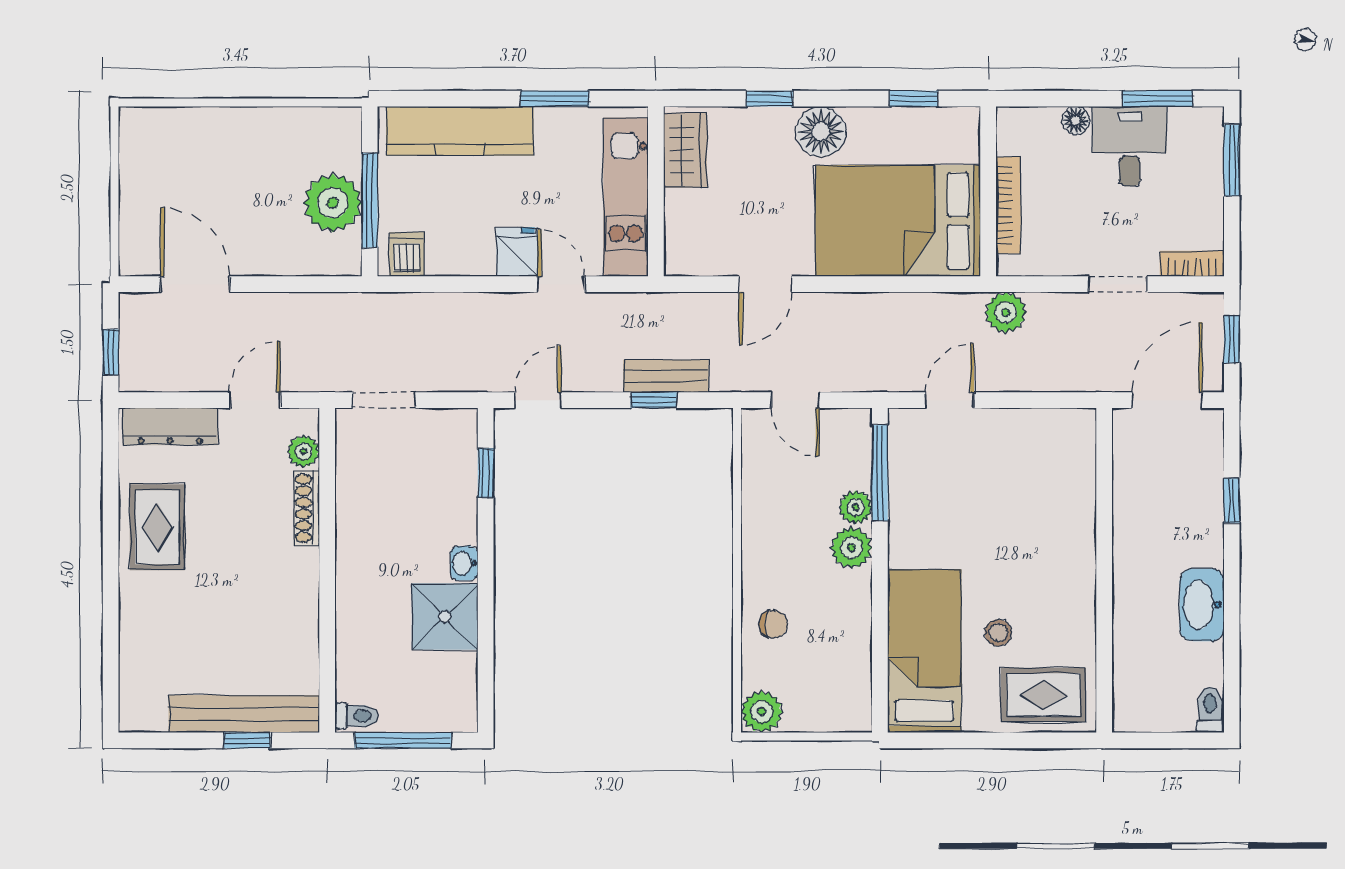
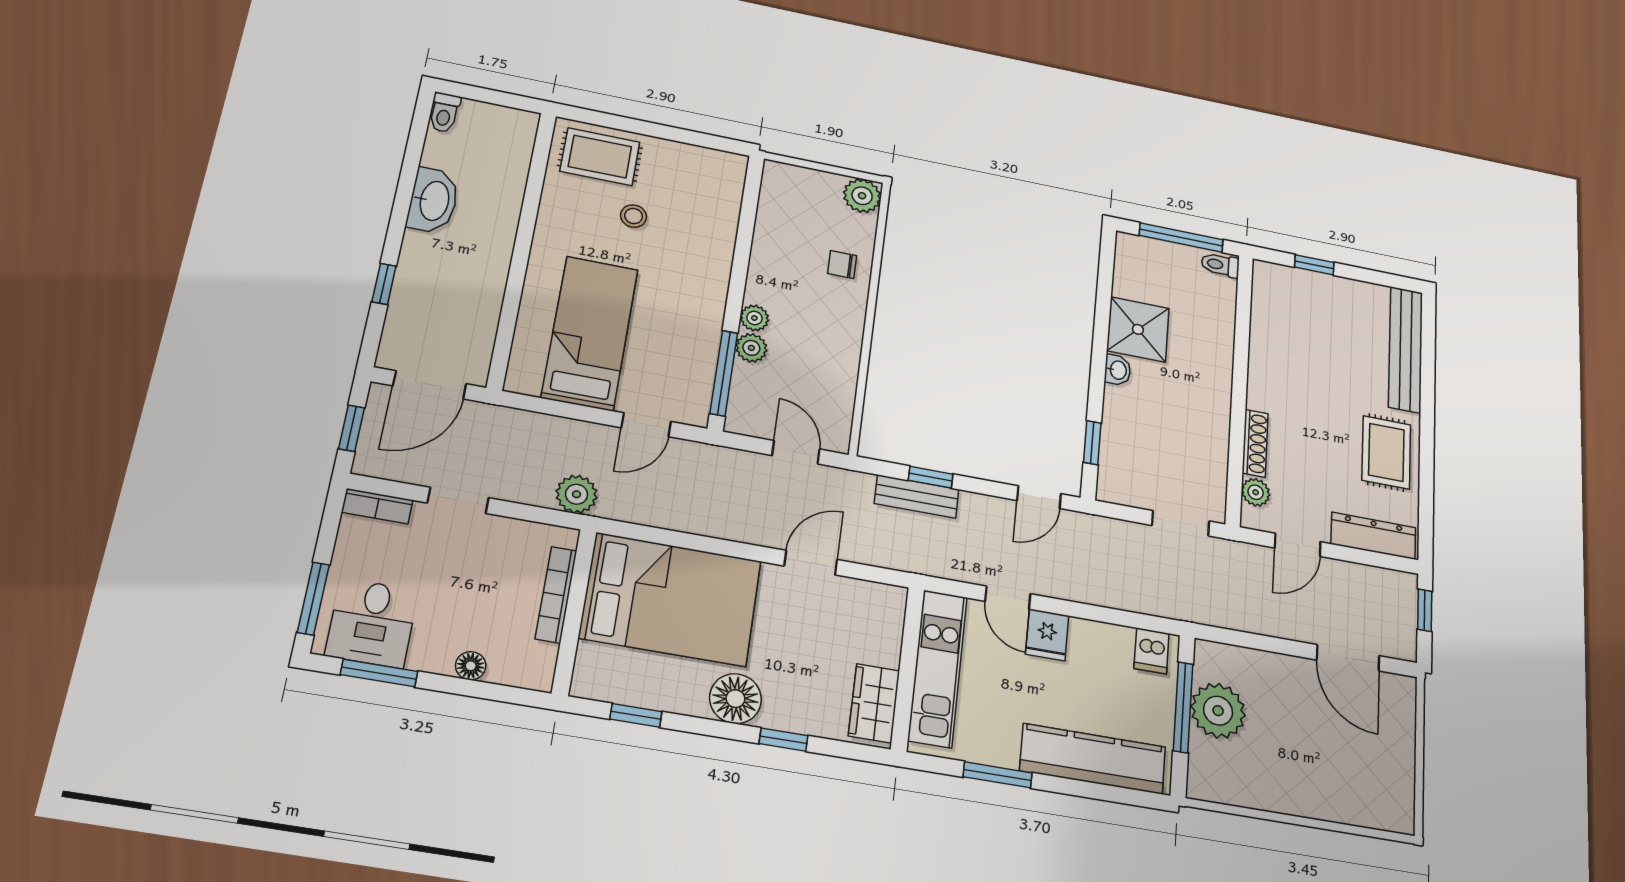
desk: (1130, 146) -> (372, 623), moved
plant: (851, 548) -> (754, 318), width x0.73, depth x0.73
bed: (924, 651) -> (590, 333), moved, turned 180
bench: (244, 714) -> (1406, 349), moved, turned 90

